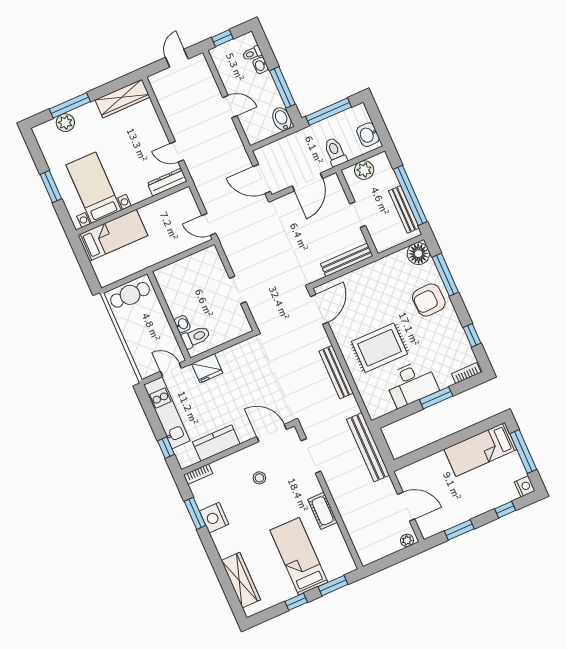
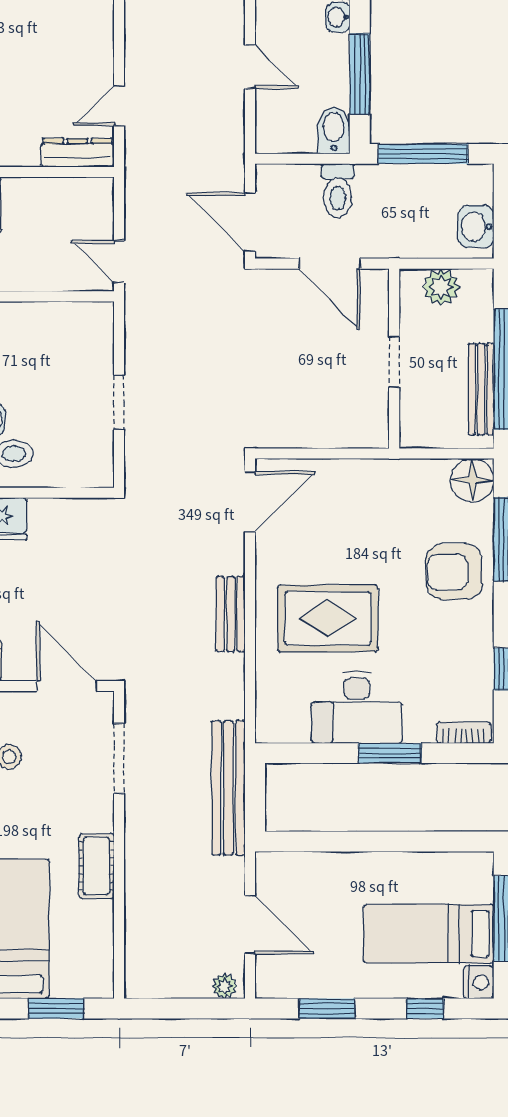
door: (177, 152) -> (119, 106), hinge flipped
toilet: (335, 152) -> (338, 191), moved, turned 180
door: (307, 182) -> (330, 264), hinge flipped
bench: (347, 260) -> (339, 434), removed
bench: (336, 372) -> (231, 614), width x0.73
bed: (480, 449) -> (429, 934), moved

